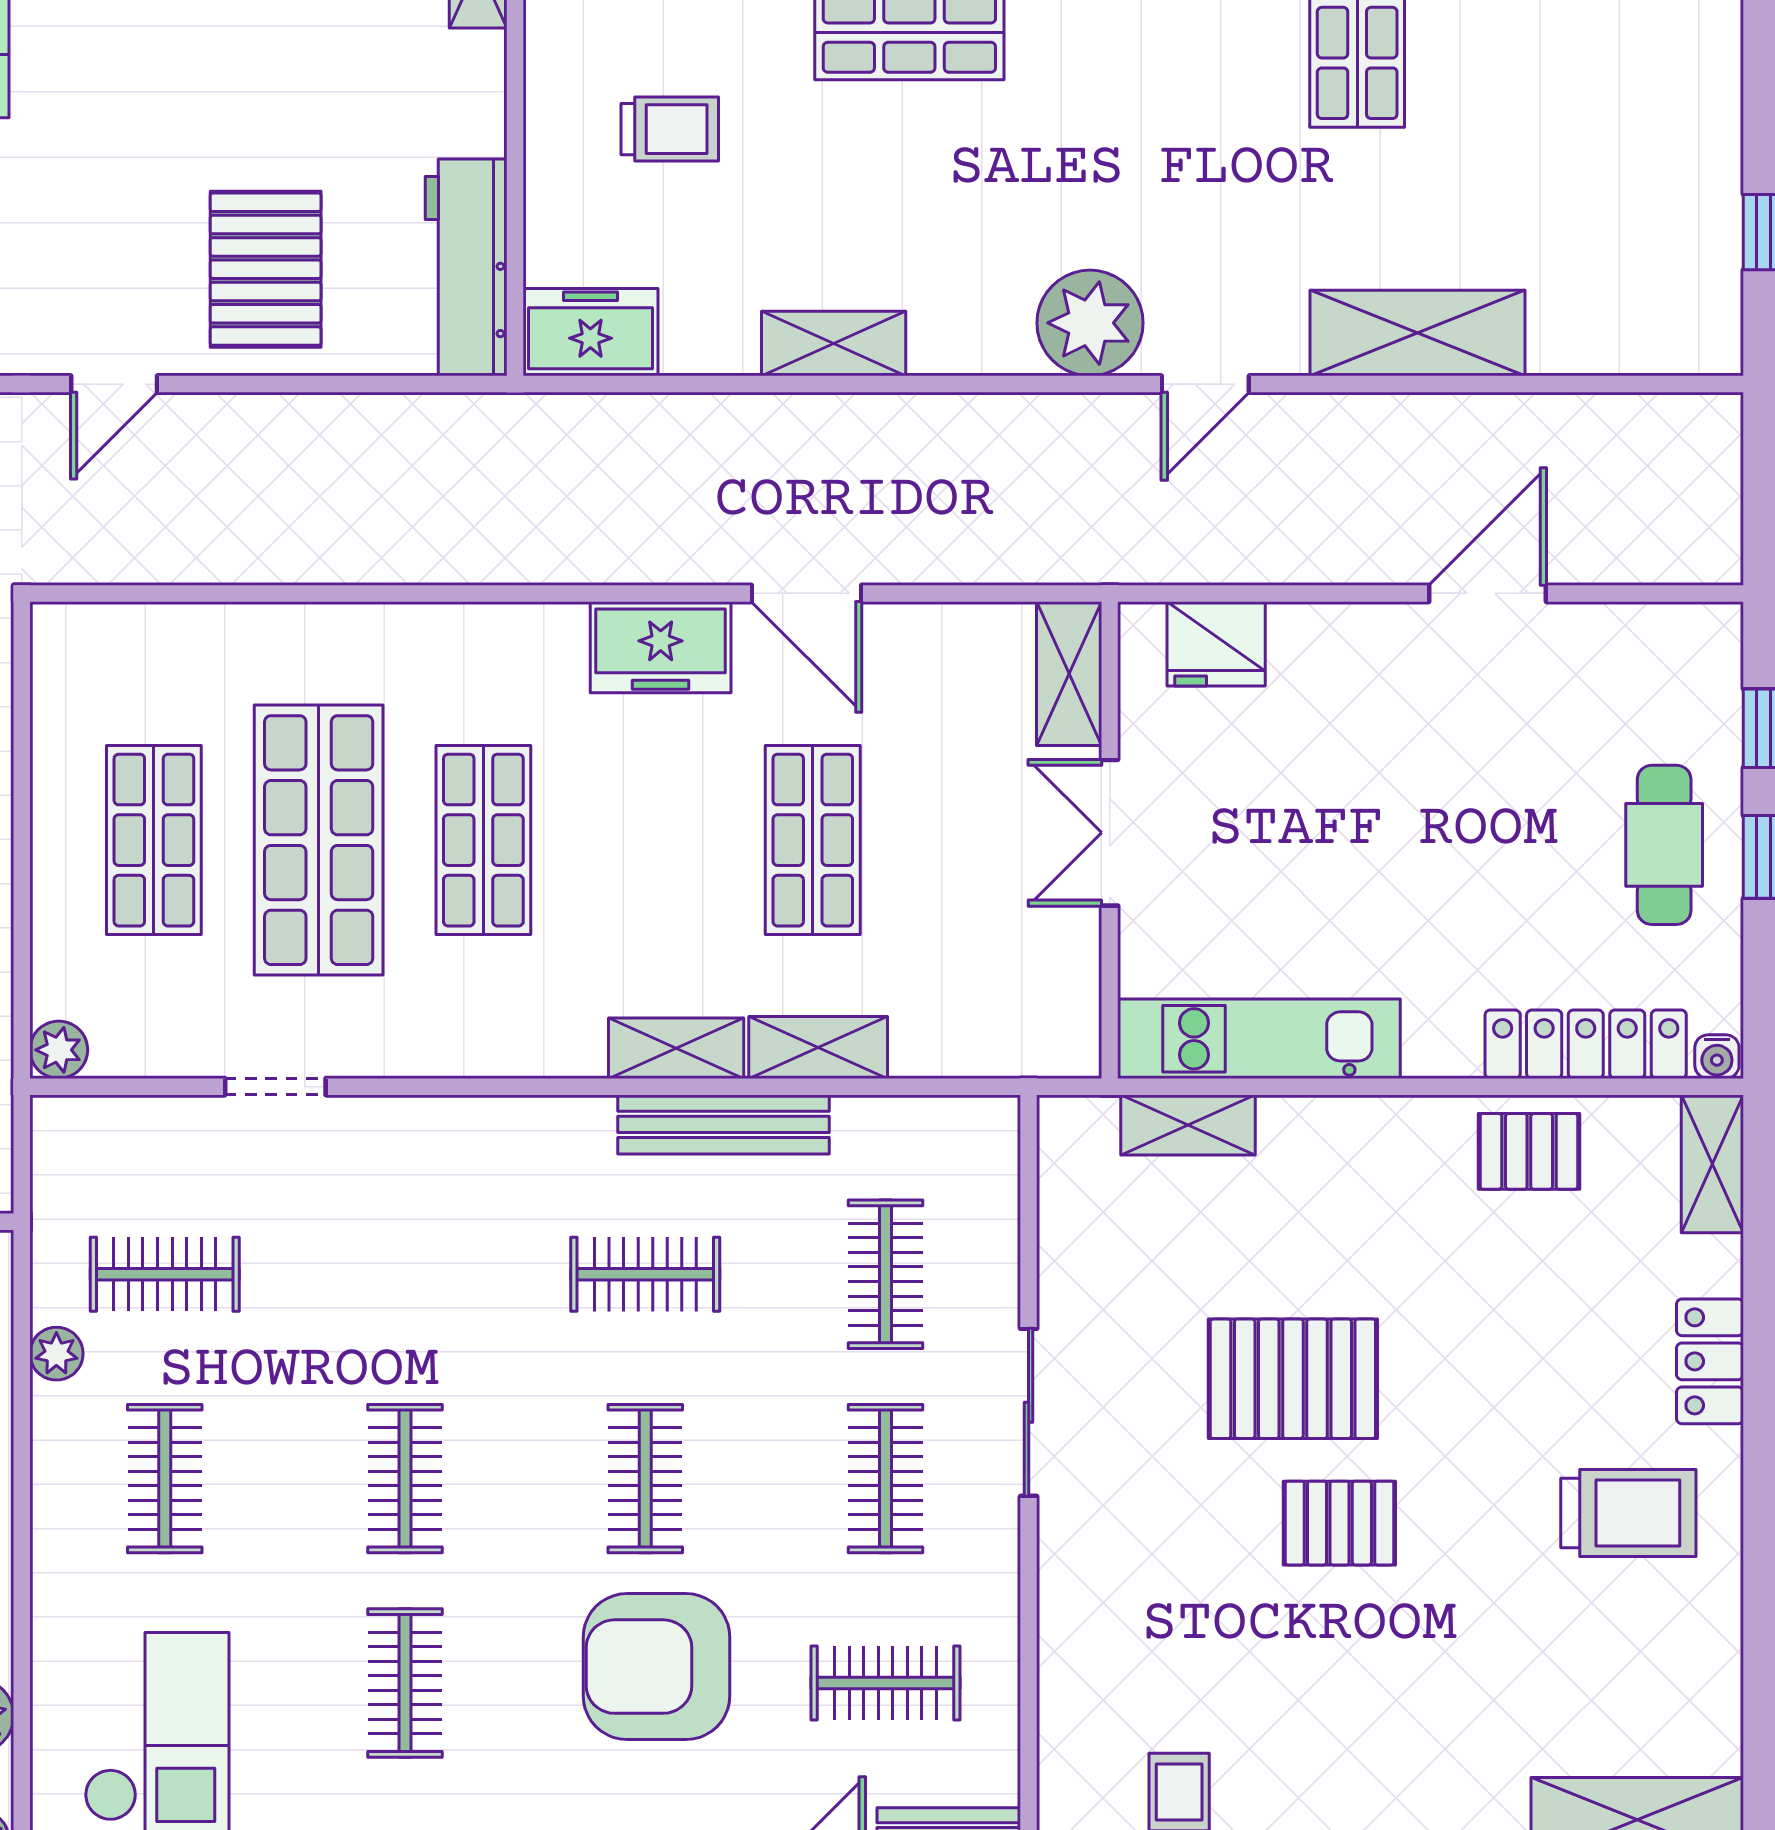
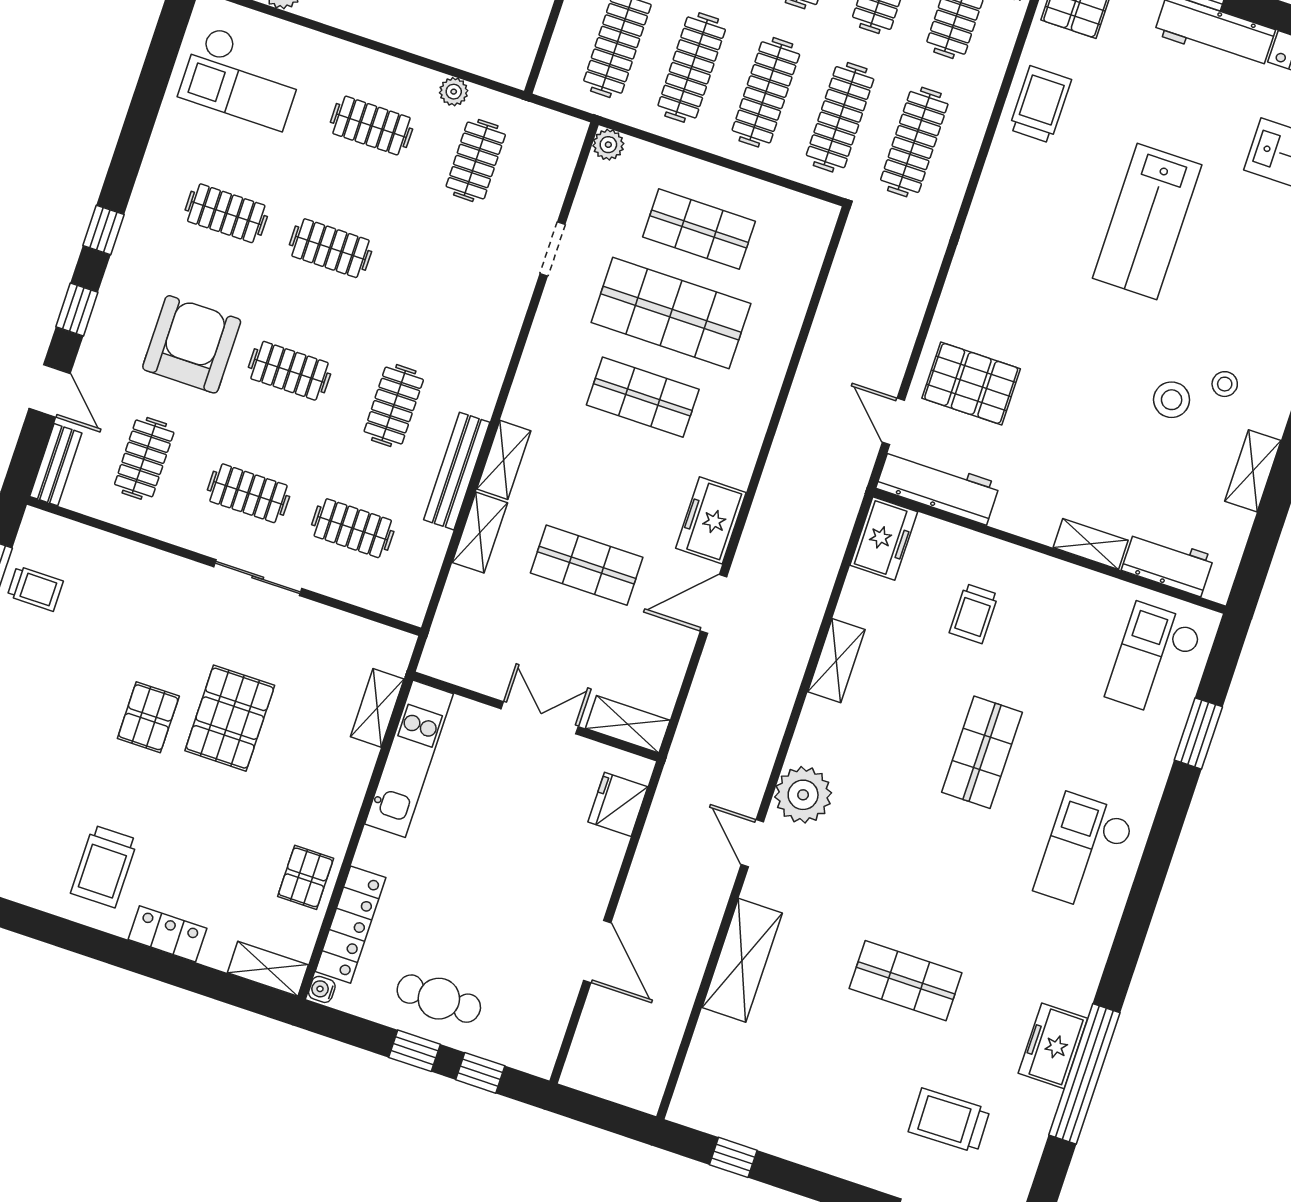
door: (114, 384) -> (893, 421), moved

